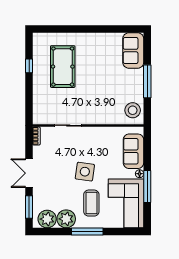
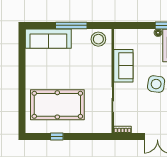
sofa: (133, 51) -> (48, 39), width x1.36
pool table: (63, 67) -> (57, 105), width x1.36, depth x1.32
sofa: (133, 151) -> (123, 66), moved, turned -90

